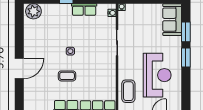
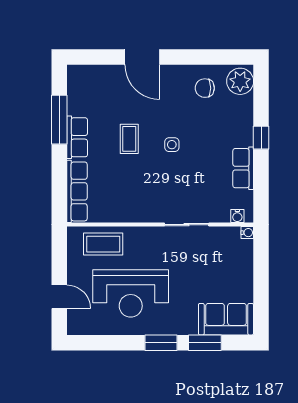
chair: (37, 32) -> (205, 88), added

